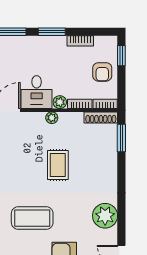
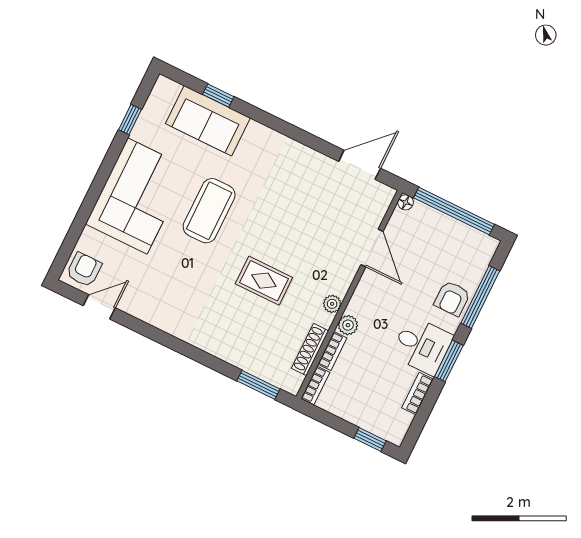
armchair: (102, 72) -> (452, 298), moved, turned -90
desk: (37, 92) -> (422, 346), moved, turned 180
shoe rack: (101, 117) -> (310, 350), moved
plant: (105, 216) -> (164, 311), removed

